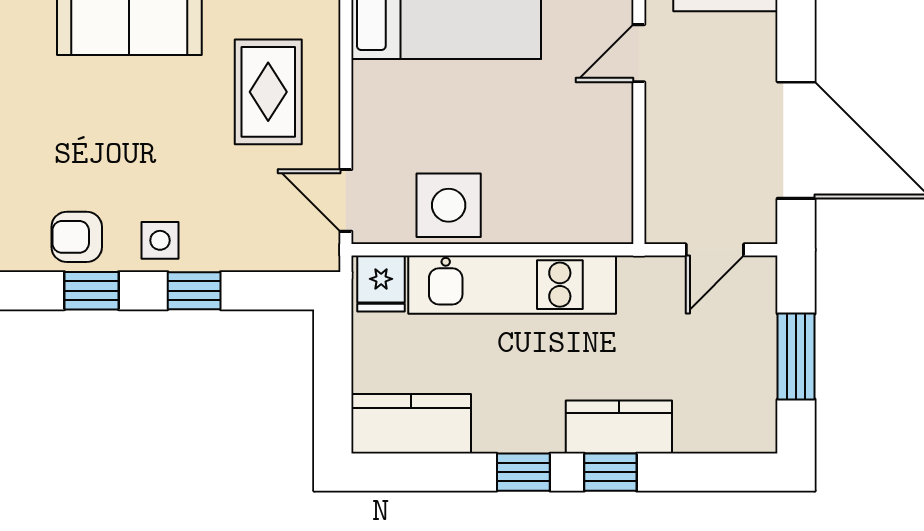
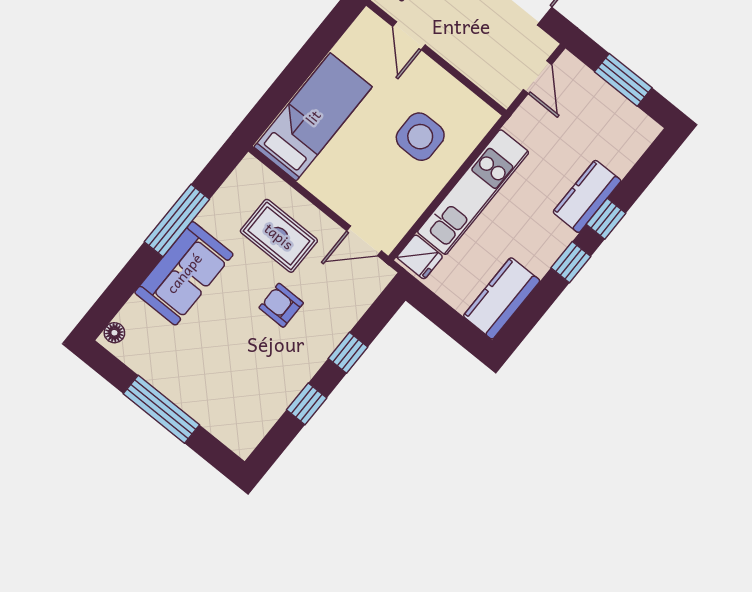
side table: (449, 205) -> (420, 137), moved
armchair: (77, 237) -> (281, 305), moved, turned 90
side table: (160, 240) -> (309, 349), removed

